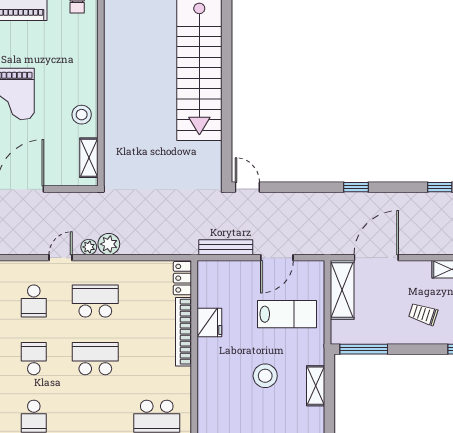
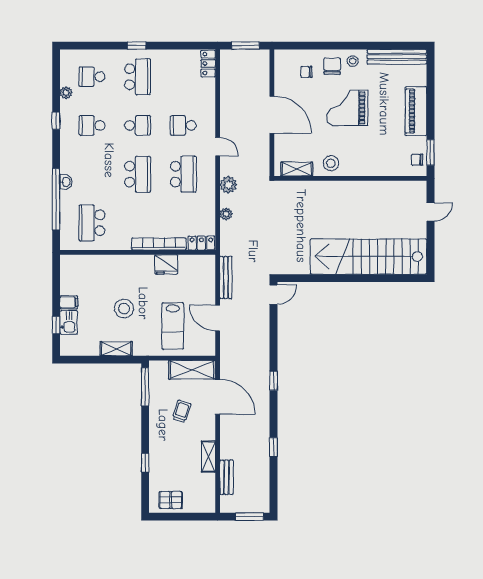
plant: (89, 247) -> (226, 214), moved
trolley: (423, 314) -> (182, 411), moved

